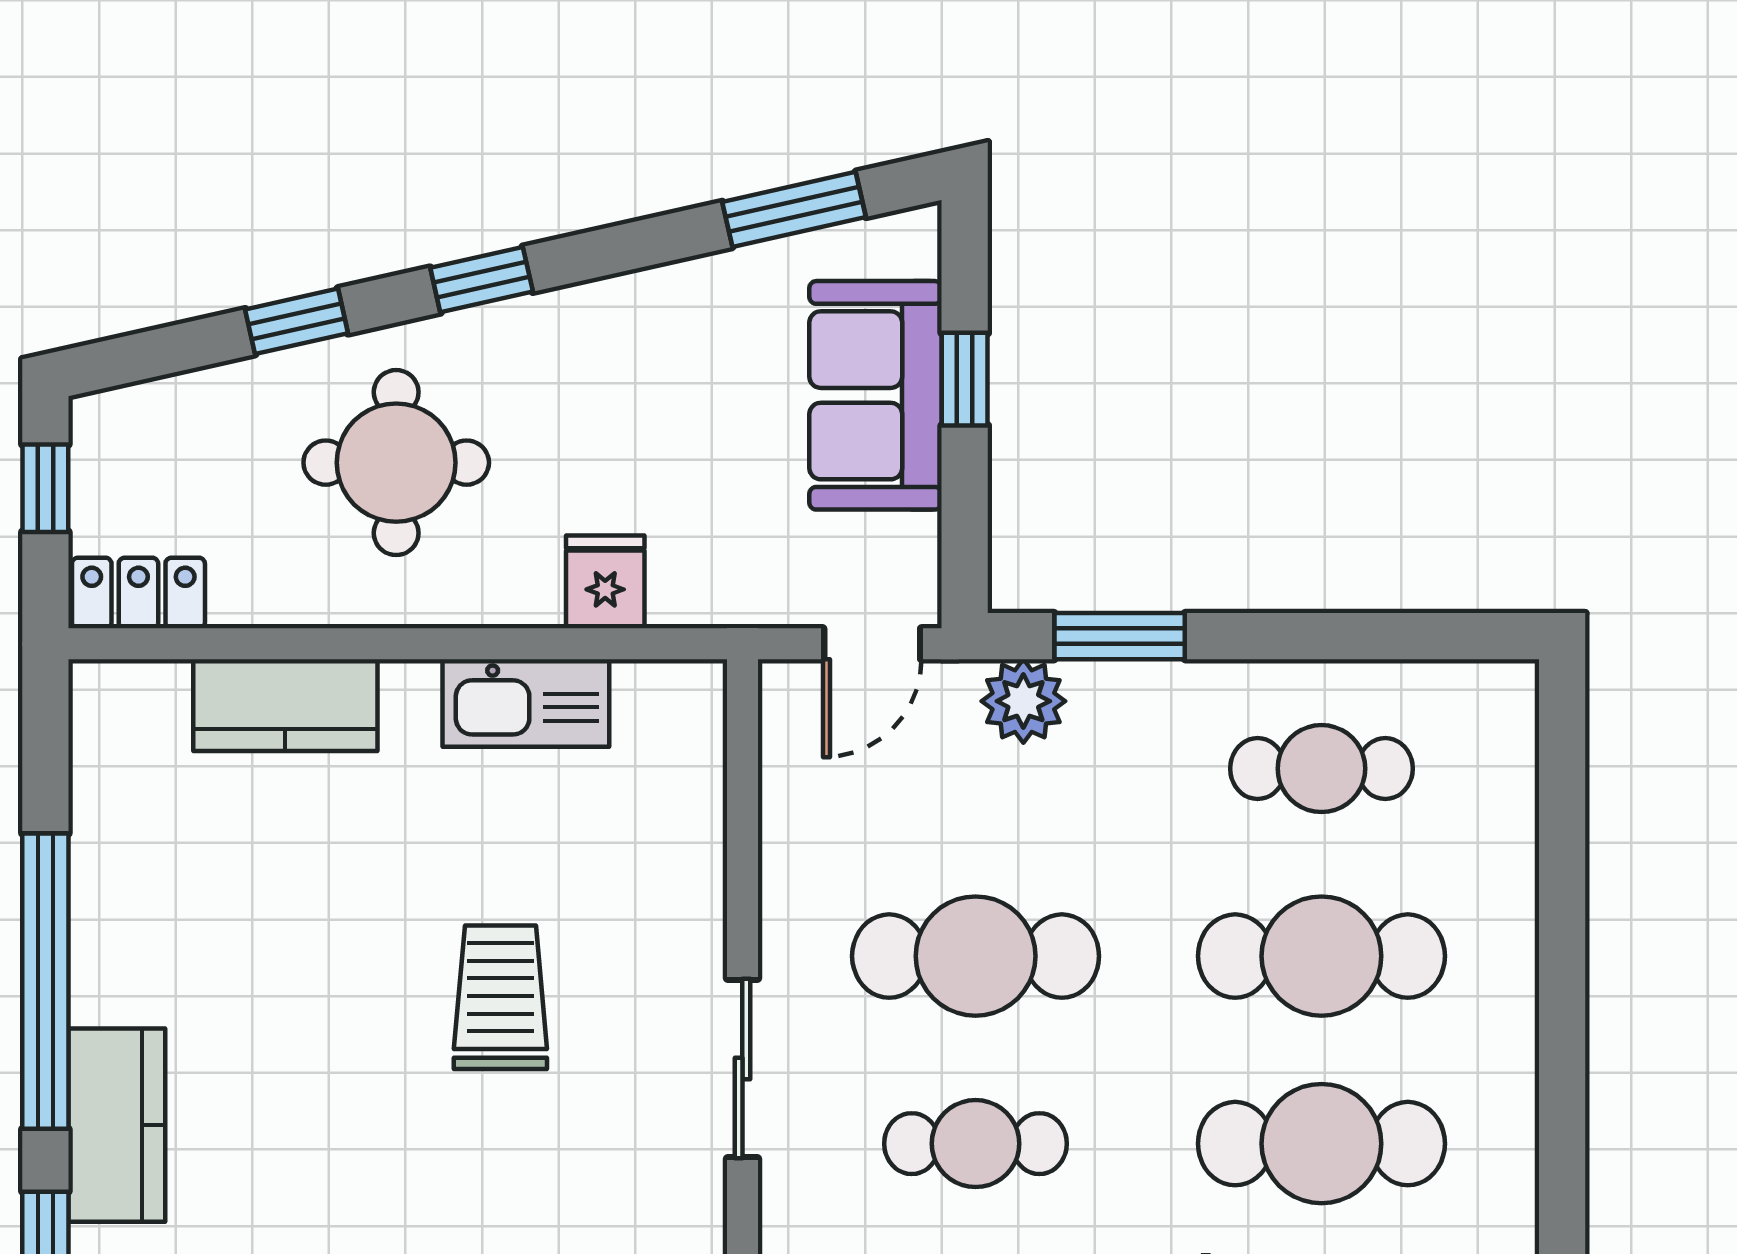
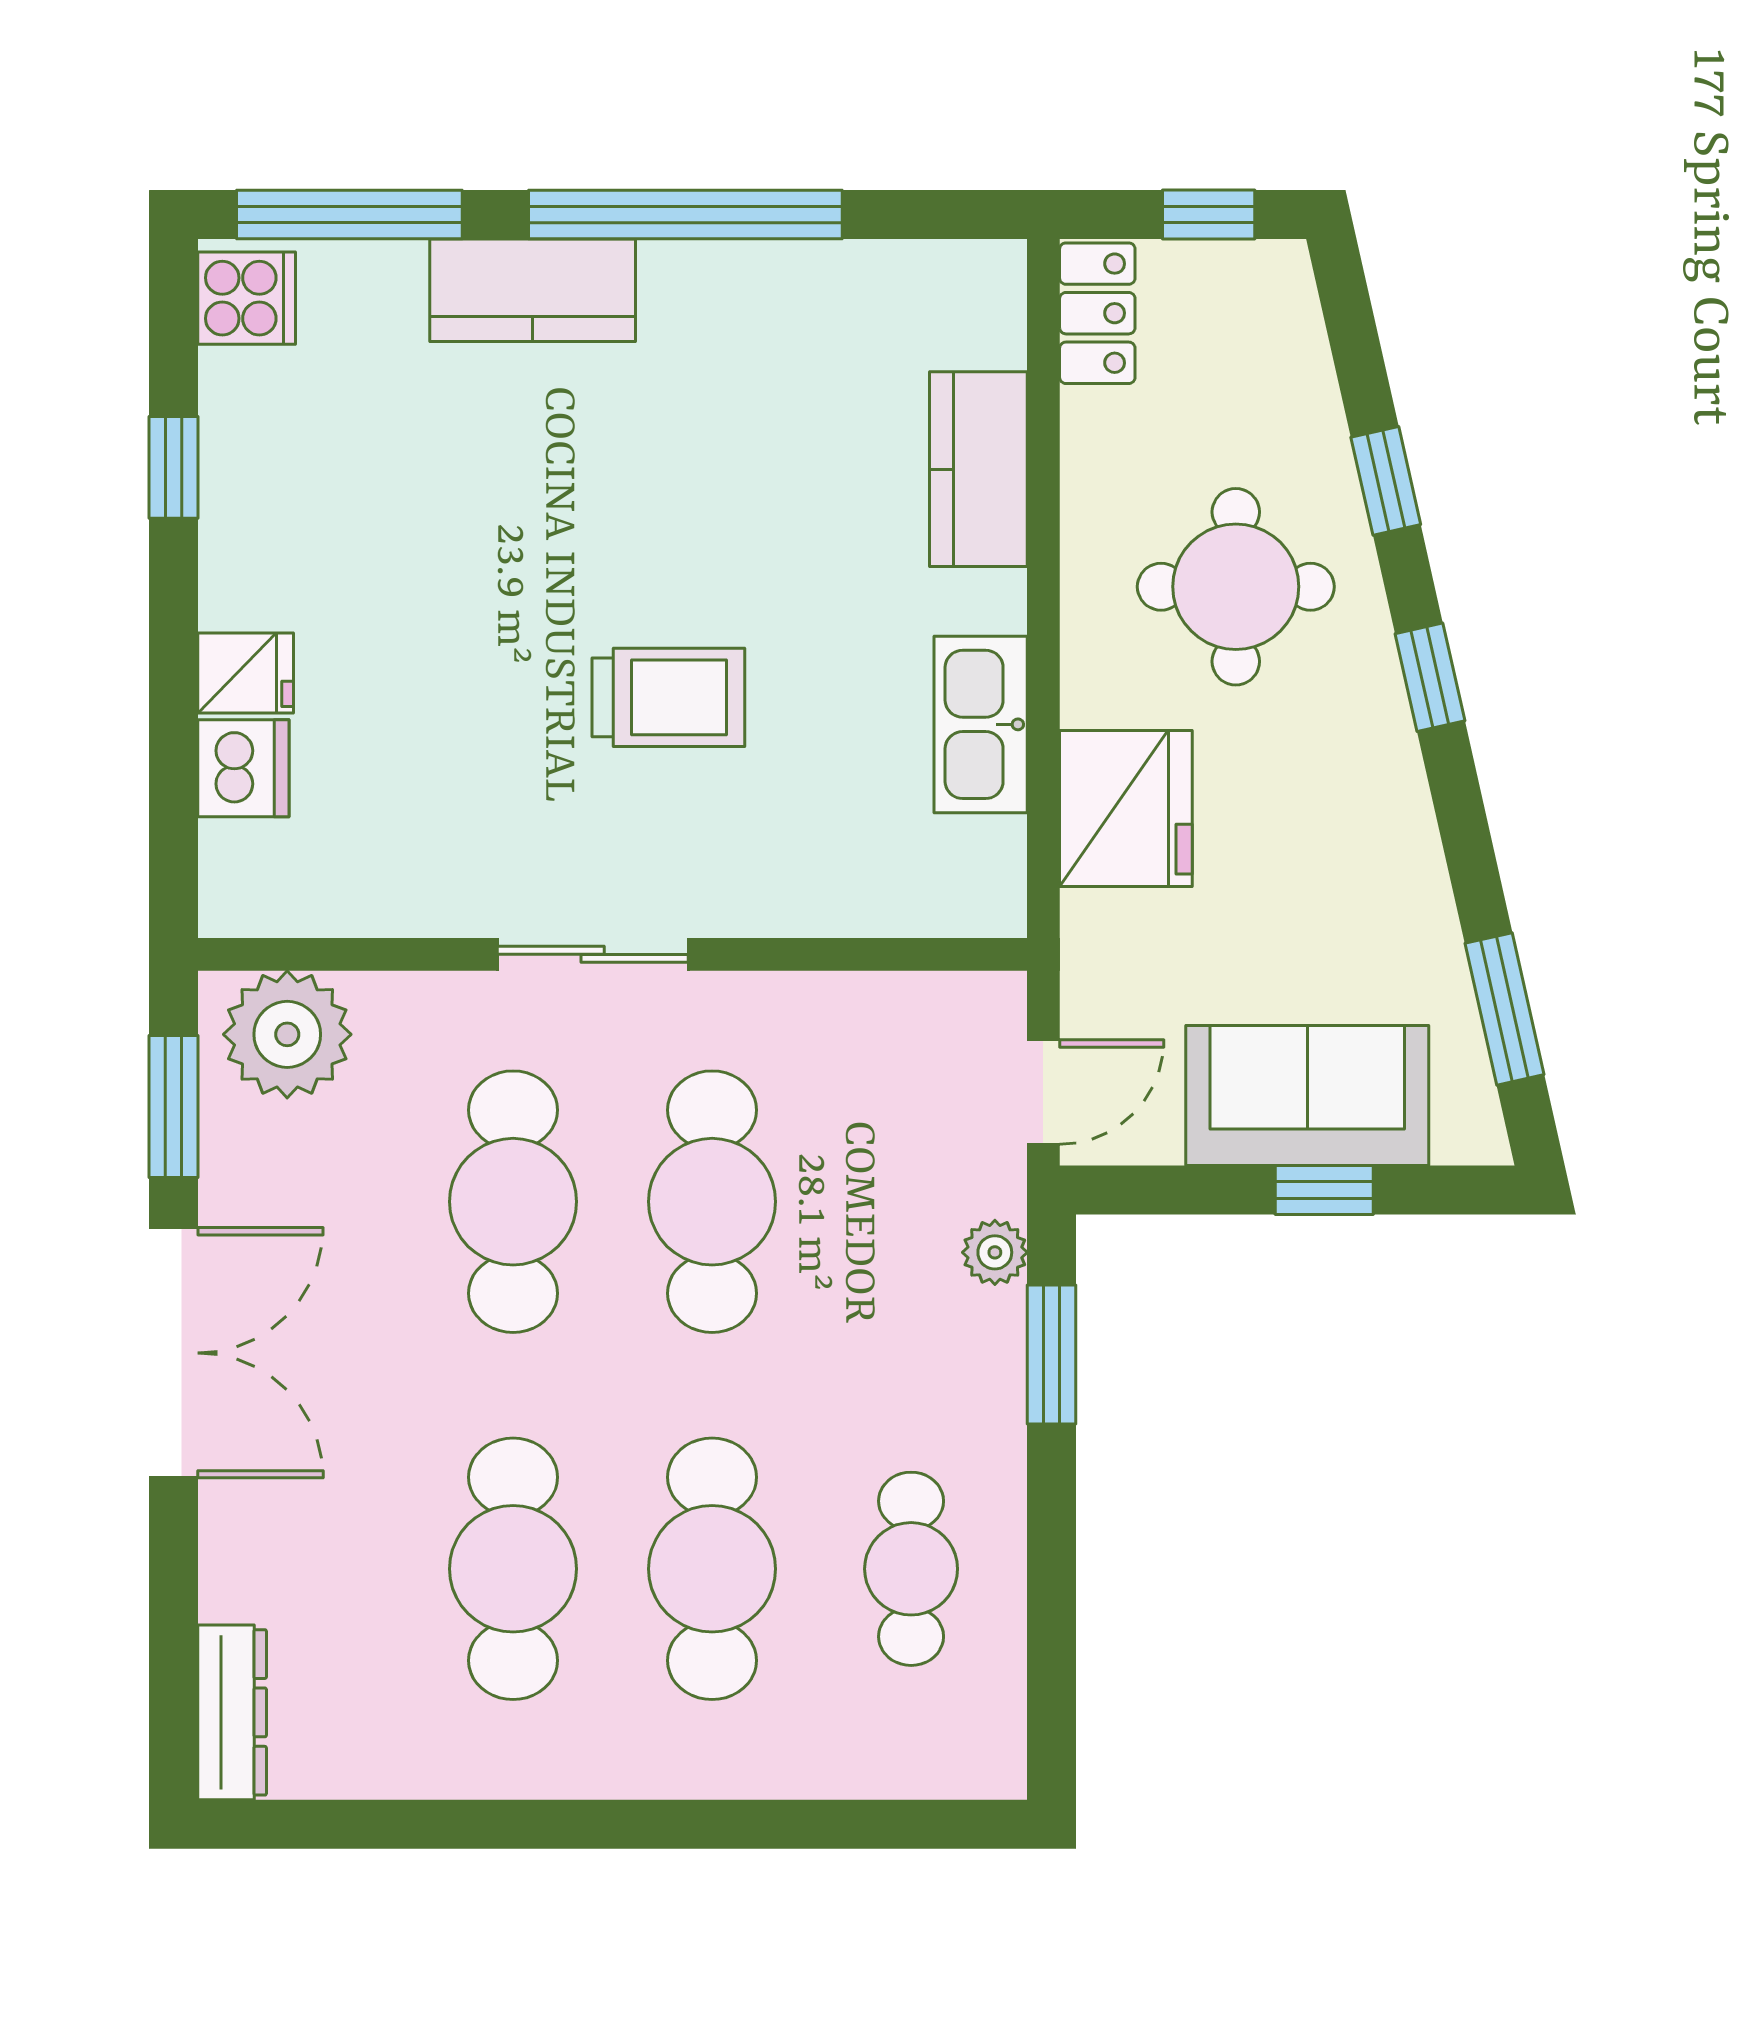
fridge: (605, 582) -> (1126, 809), width x1.88, depth x1.34
door: (872, 644) -> (1043, 1092), swing flipped
plant: (1023, 701) -> (995, 1252), width x0.73, depth x0.73
cafe table: (976, 1144) -> (513, 1202), width x1.37, depth x1.35

